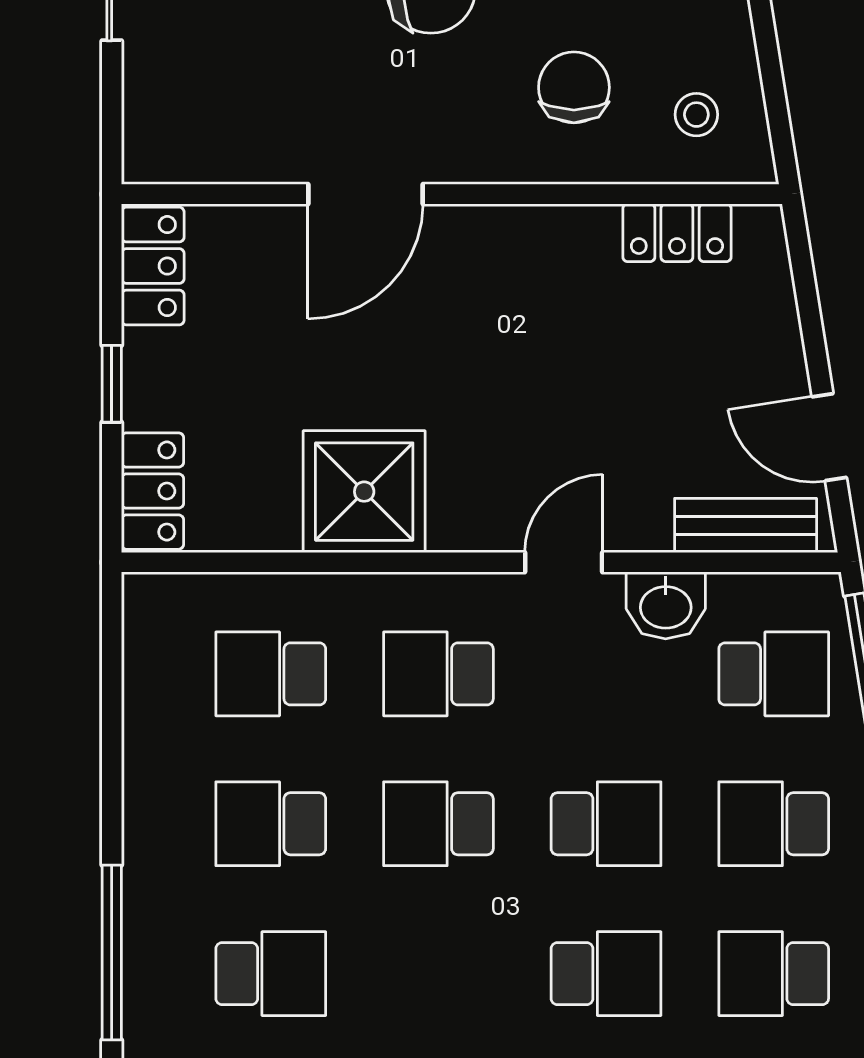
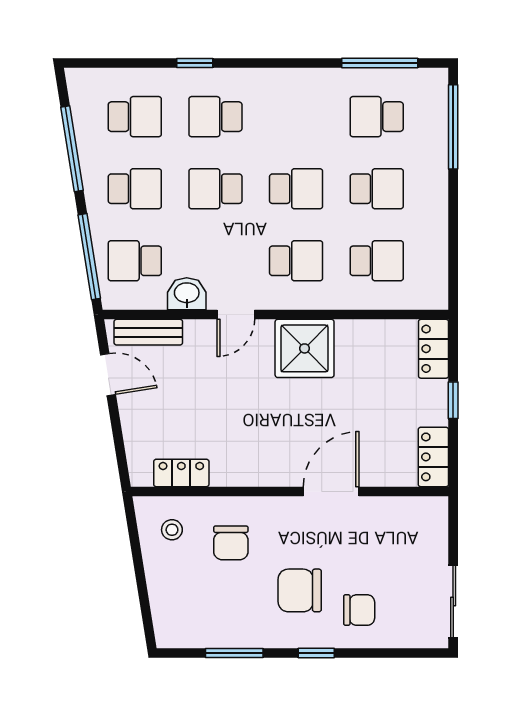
shower: (364, 492) -> (305, 348), moved

